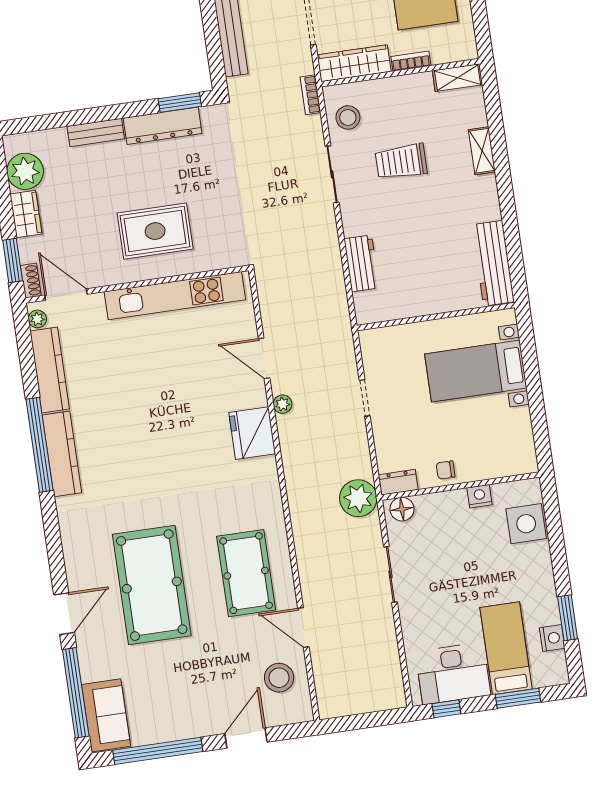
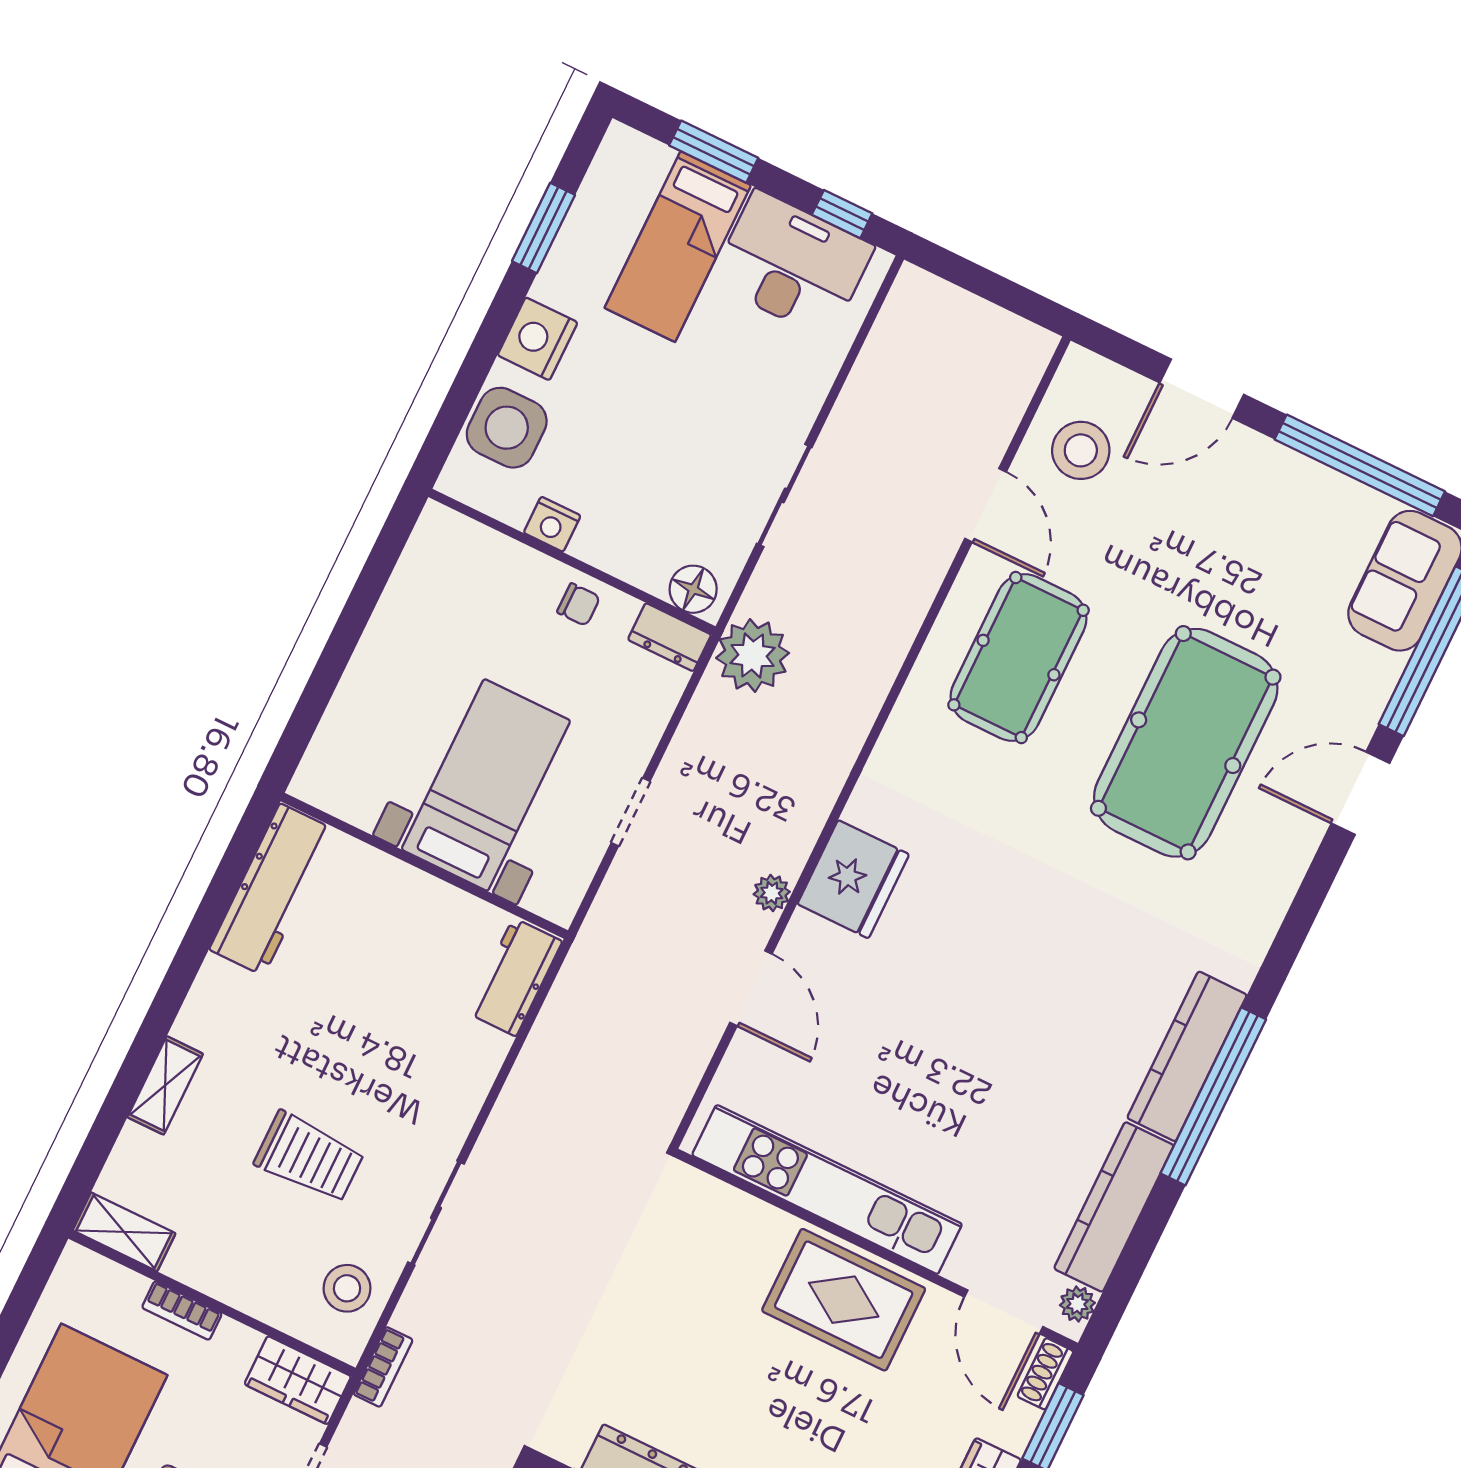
wardrobe: (354, 63) -> (298, 1380), width x0.67
rug: (155, 231) -> (844, 1300), moved
workbench: (362, 263) -> (515, 977), moved
bed with nightstands: (476, 371) -> (486, 785), moved, turned -90
nightstand: (552, 638) -> (538, 339), moved, width x1.36, depth x1.33

